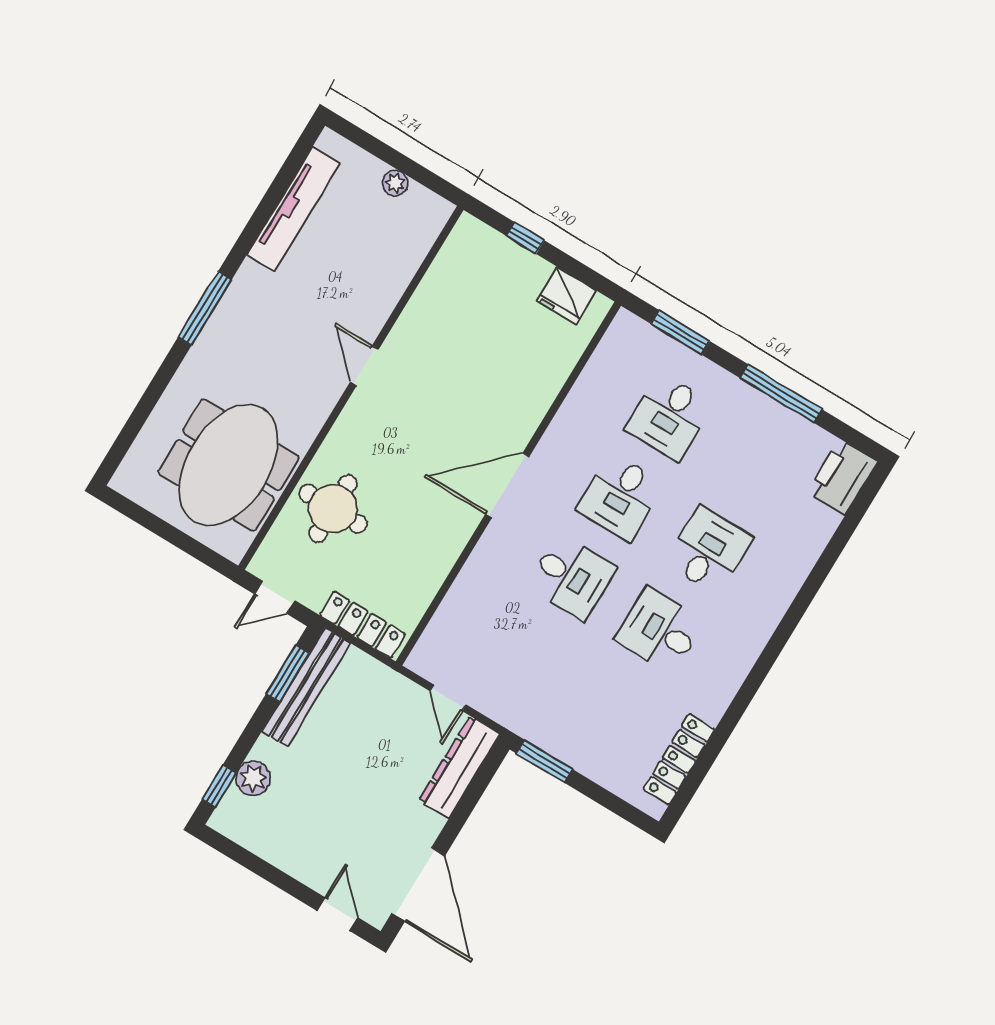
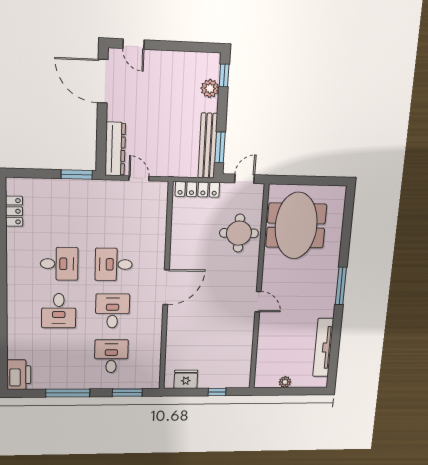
locker: (679, 759) -> (14, 211), width x0.66

